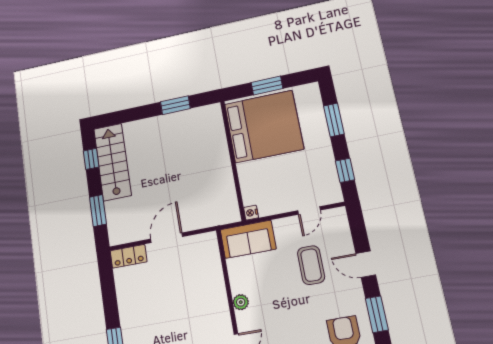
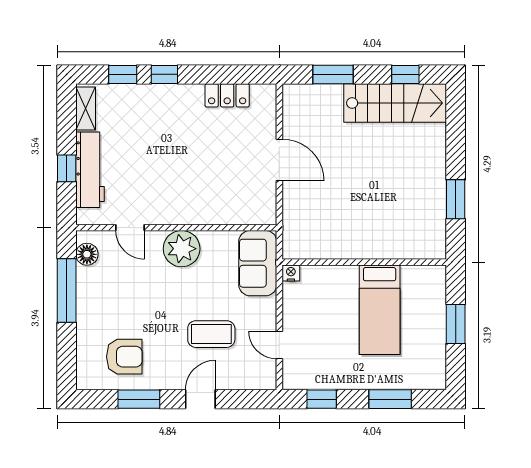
bed: (264, 126) -> (380, 310), width x0.49
locker: (129, 256) -> (227, 95), moved, turned -90
plant: (241, 302) -> (182, 249), width x1.88, depth x1.88

